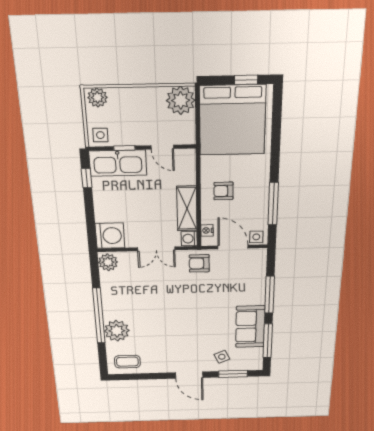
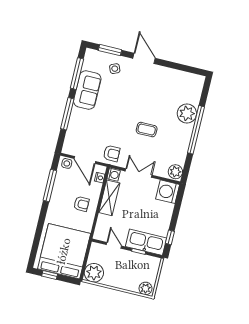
side table: (100, 135) -> (151, 264), removed
coffee table: (127, 362) -> (147, 130), moved

